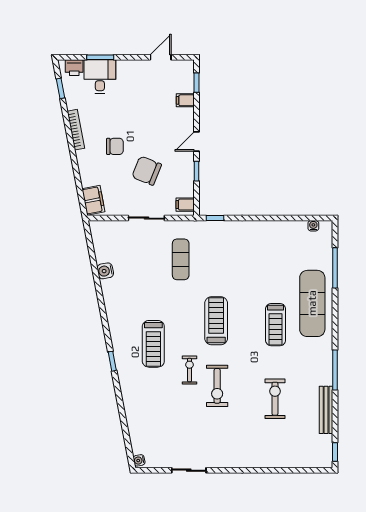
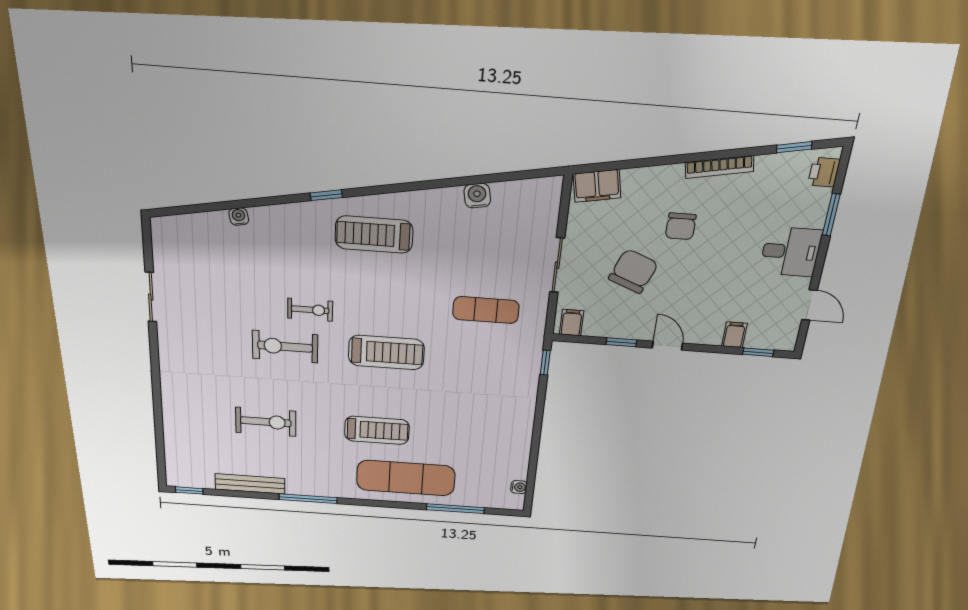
desk: (100, 77) -> (791, 252), moved
treadmill: (276, 325) -> (377, 430), turned 180
treadmill: (153, 344) -> (374, 235), moved
water cooler: (139, 460) -> (239, 217), moved

